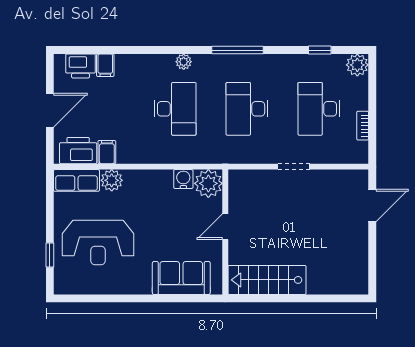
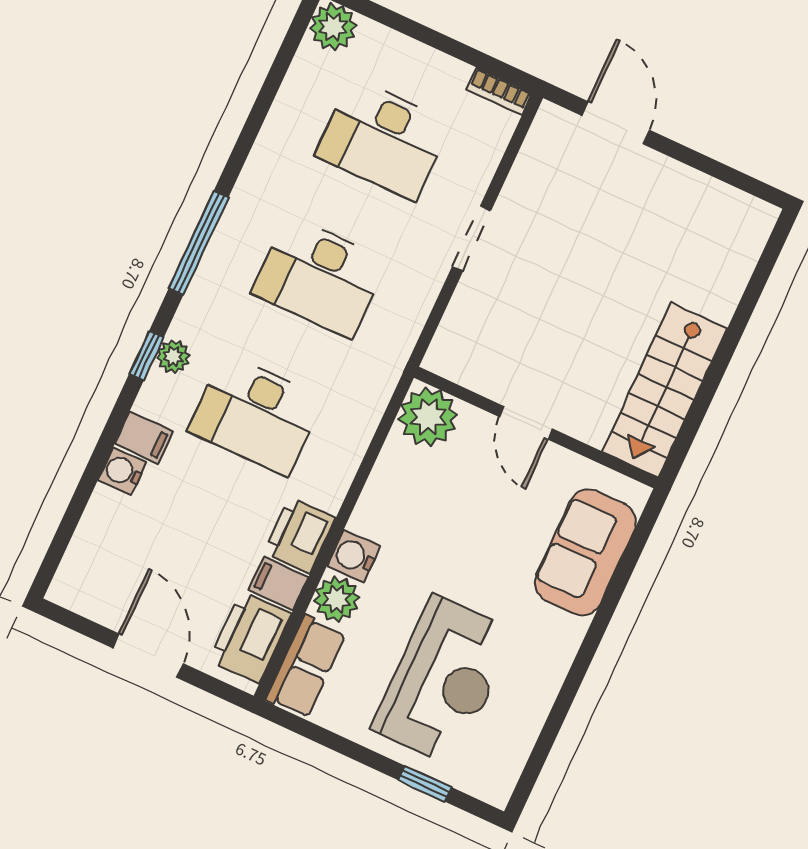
window: (320, 50) -> (147, 356), moved
water cooler: (124, 63) -> (122, 471), added
filing cabinet: (105, 65) -> (144, 438), moved
printer: (81, 66) -> (300, 535), moved, turned 180
desk: (175, 109) -> (256, 415), turned 180
bookcase: (363, 126) -> (499, 91), moved
water cooler: (183, 179) -> (354, 556), moved

